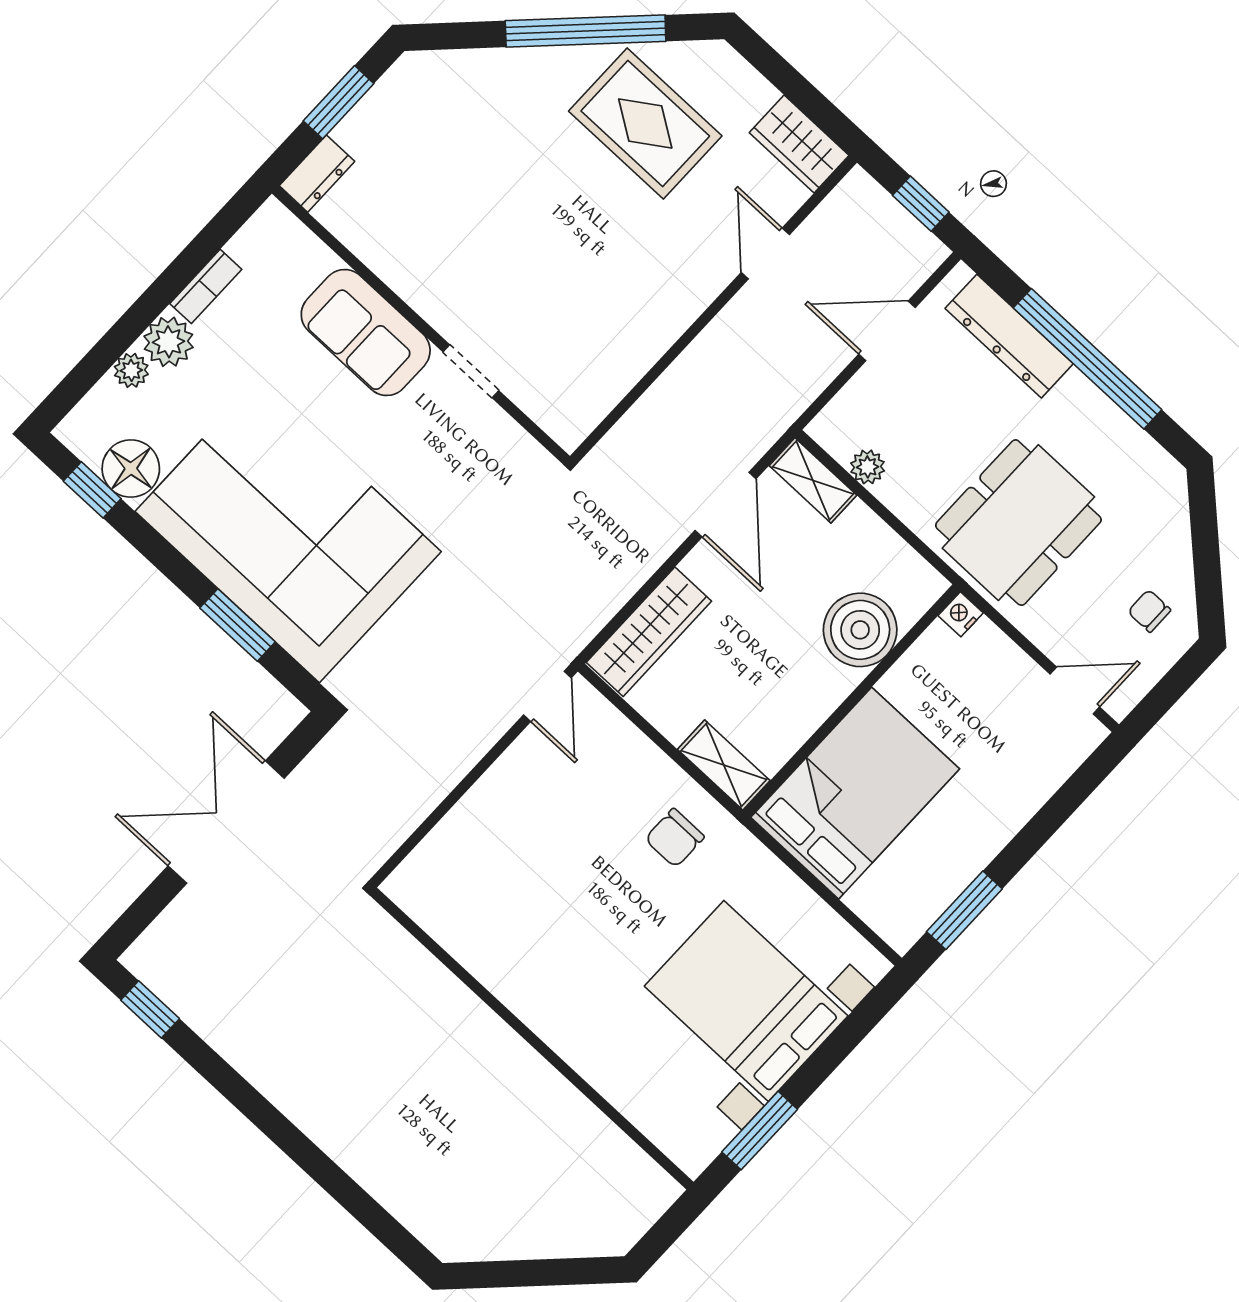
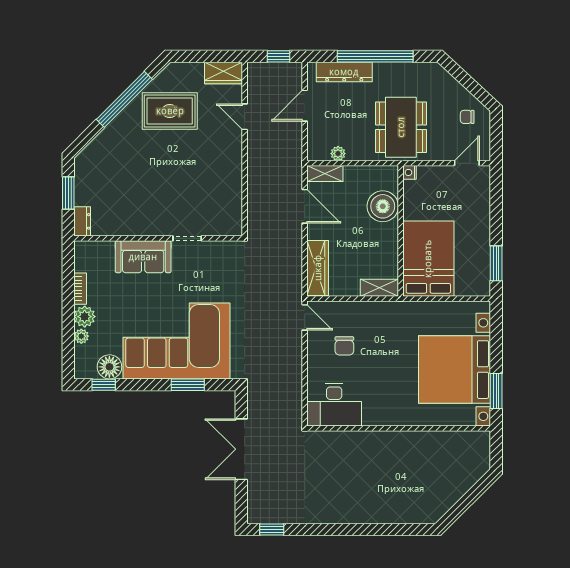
chair: (675, 838) -> (344, 346), moved
desk: (458, 894) -> (334, 405), added
bed with nightstands: (746, 1001) -> (455, 370), width x1.36

